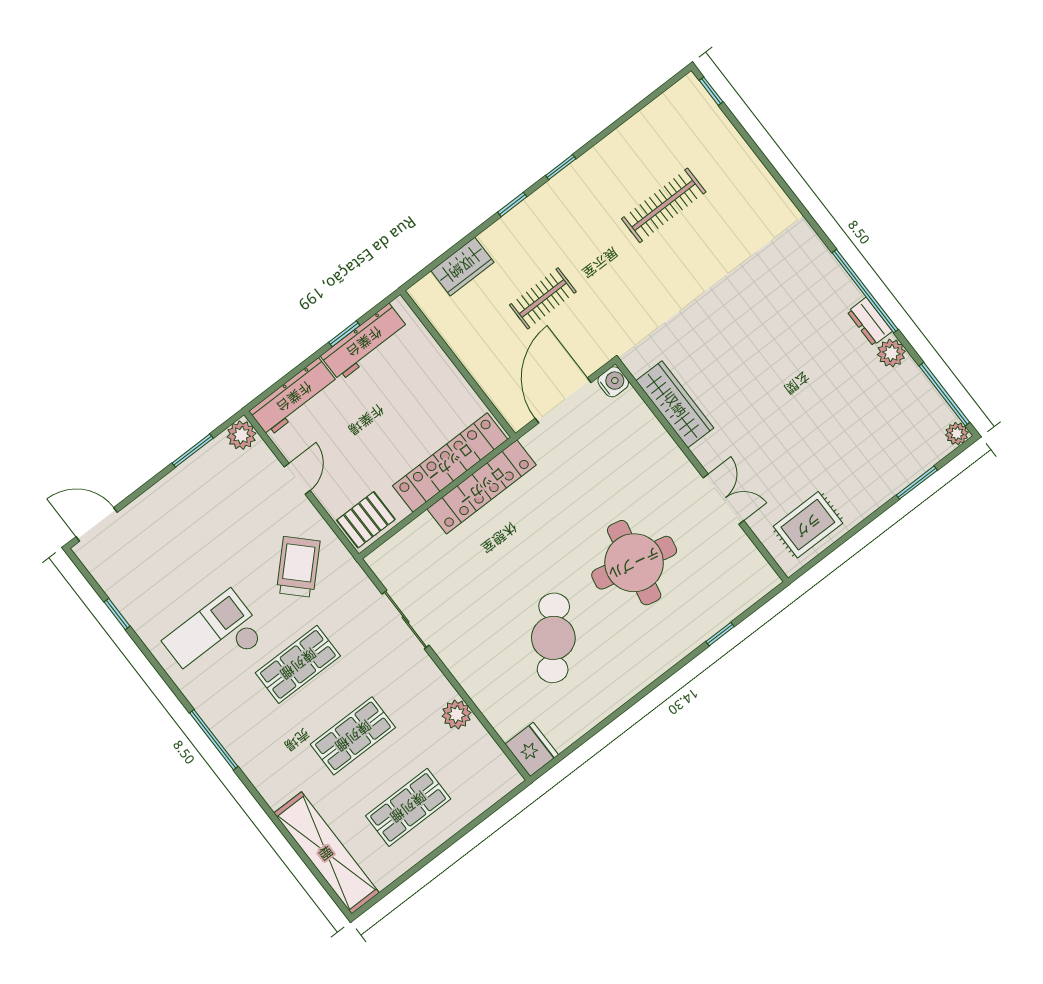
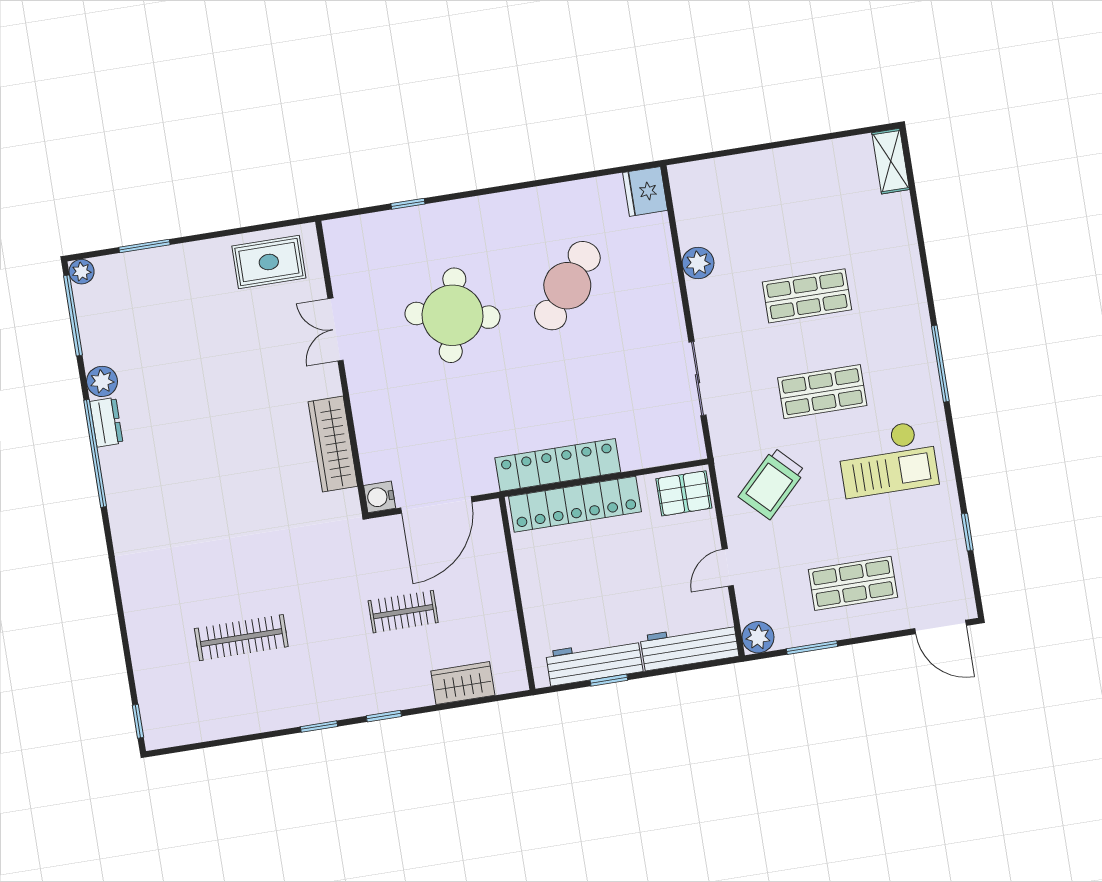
shop shelf: (408, 807) -> (853, 583), moved
shelving: (326, 853) -> (891, 161), width x0.45, depth x0.75

